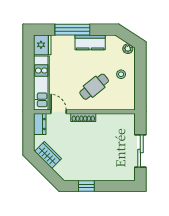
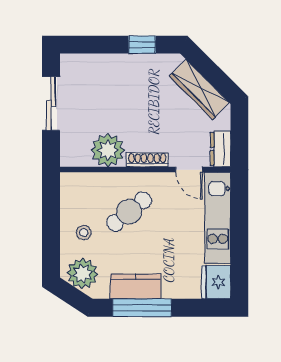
window: (72, 30) -> (142, 308), moved
plant: (128, 49) -> (82, 274), width x1.87, depth x1.87
plant: (107, 123) -> (108, 150), added
wardrobe: (48, 155) -> (199, 89), width x1.50

